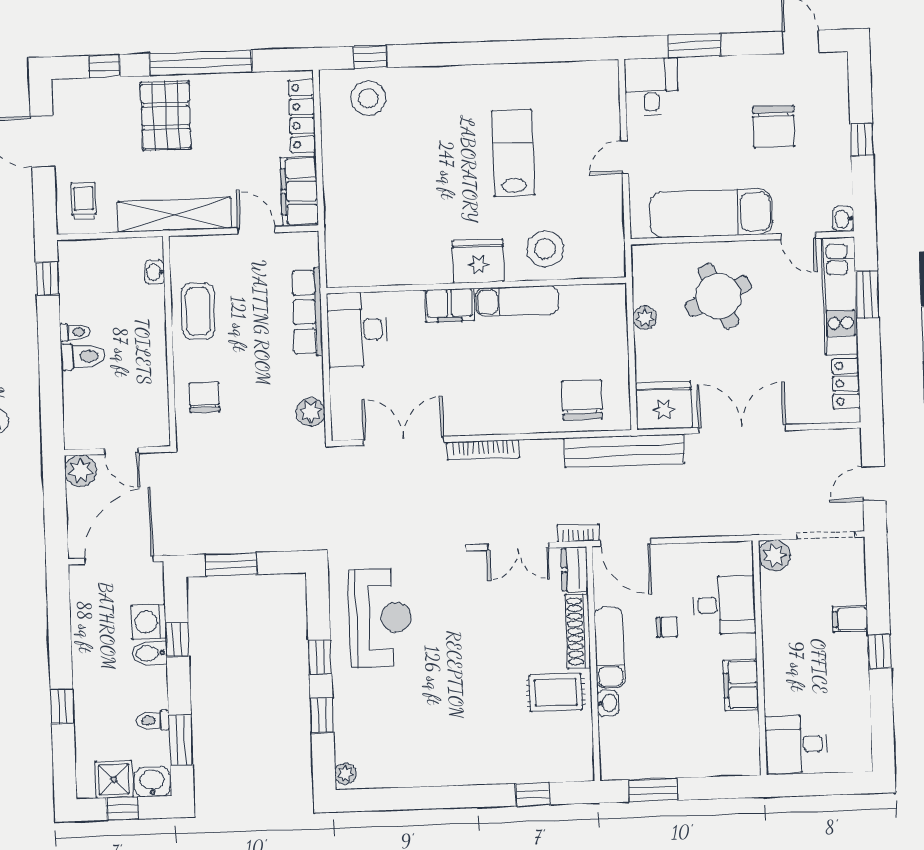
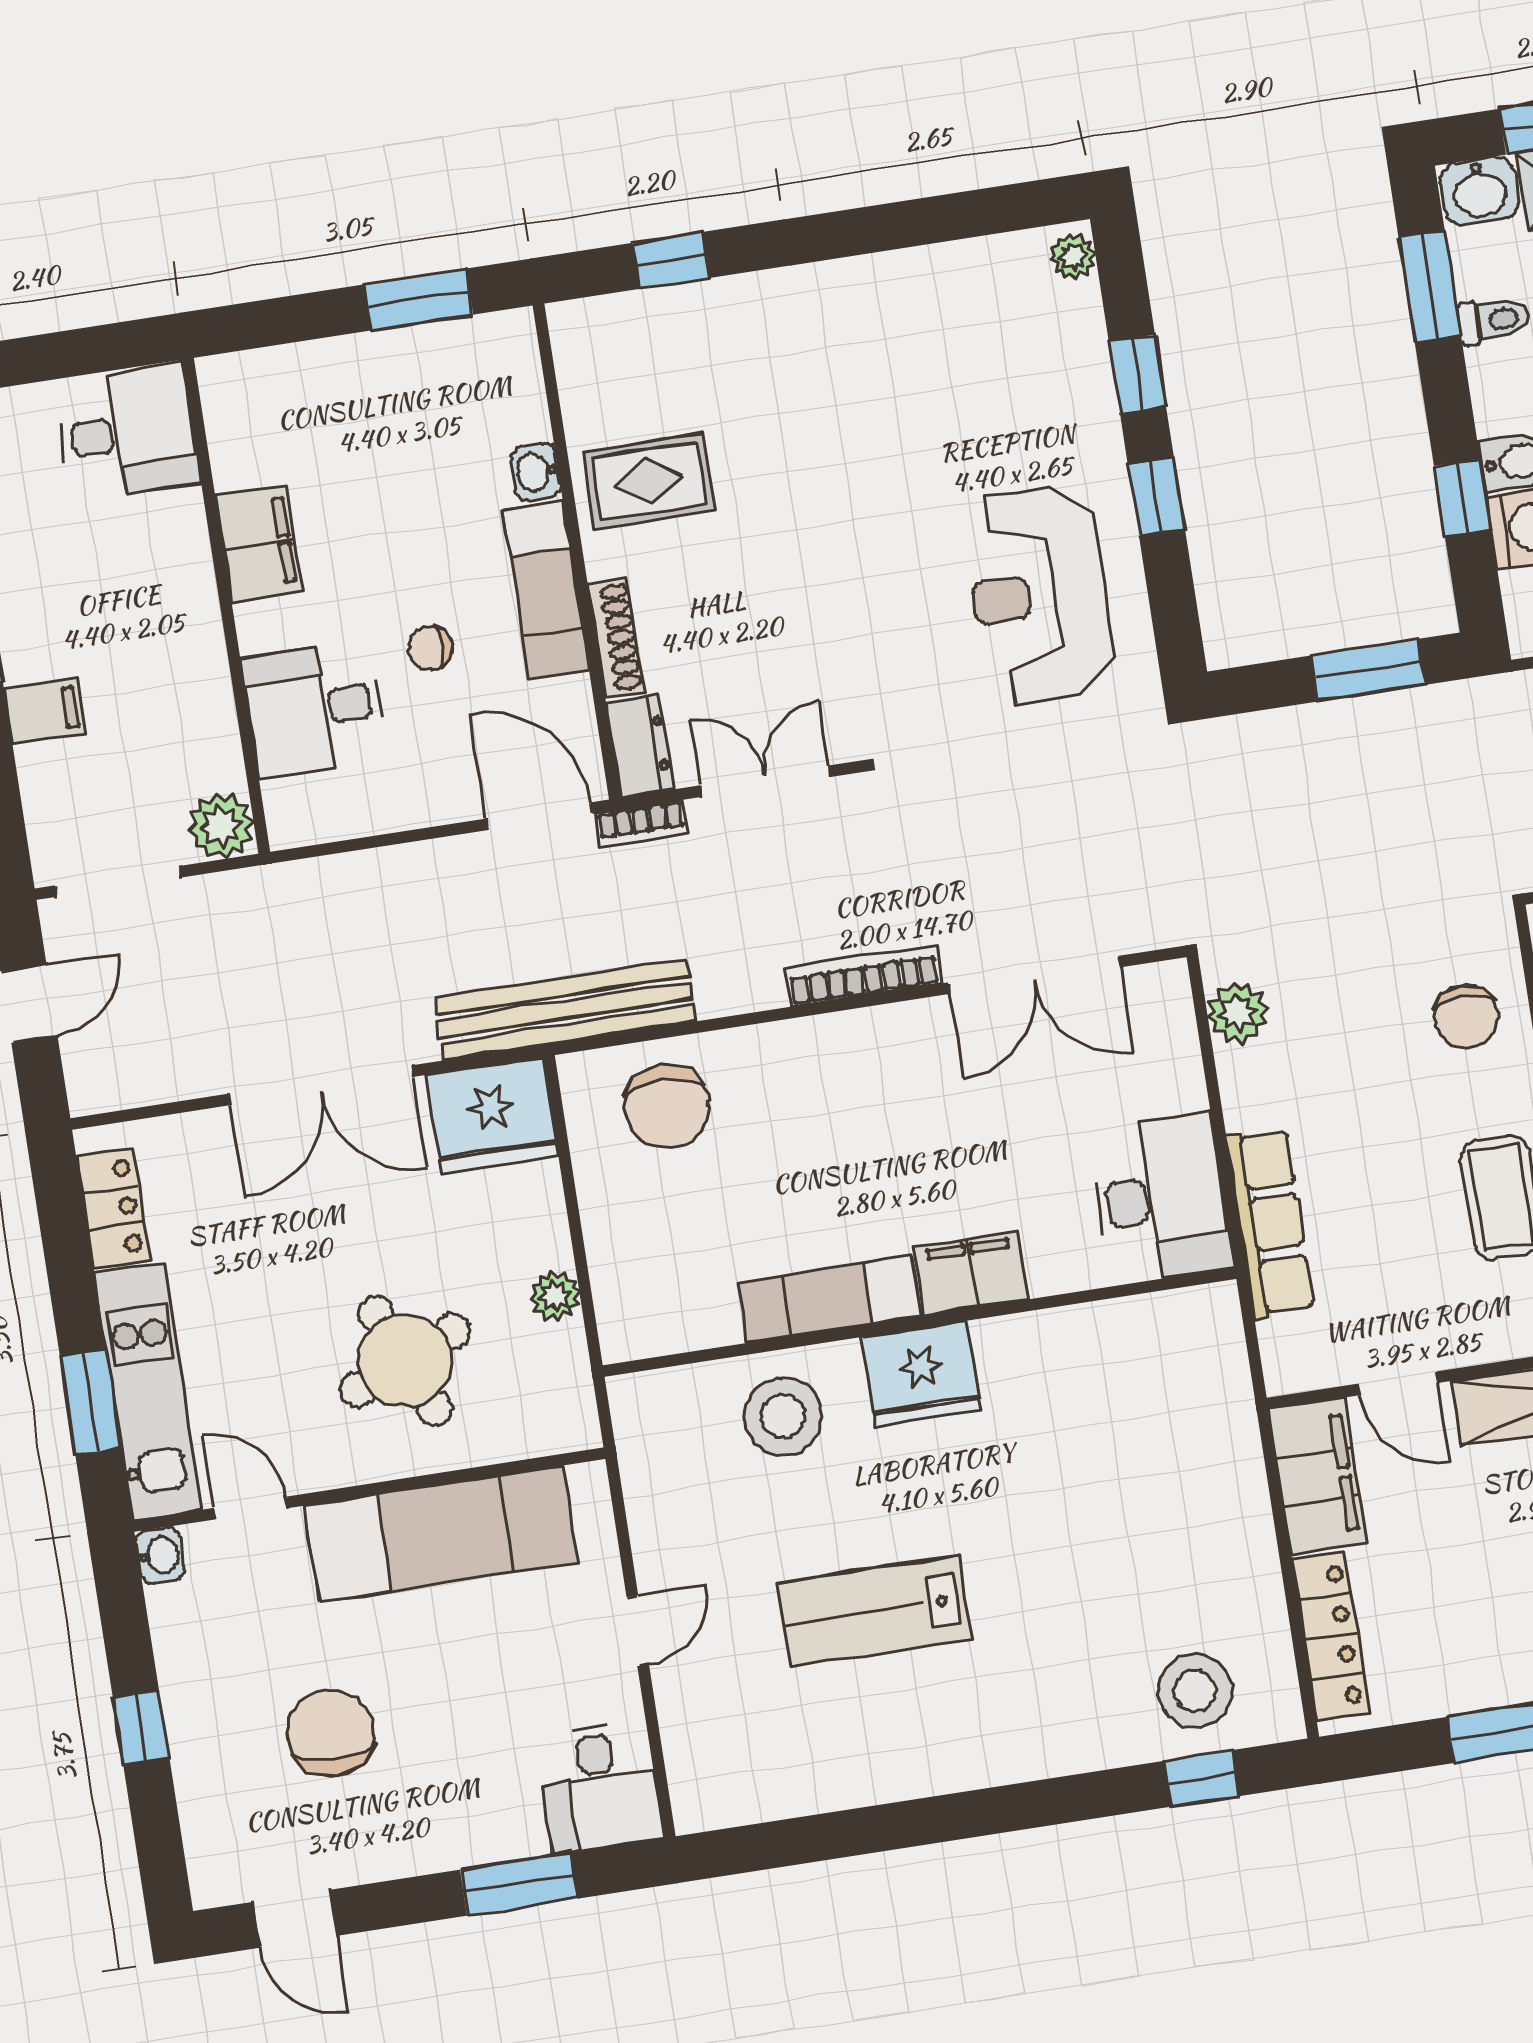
lab bench: (513, 153) -> (875, 1611), turned 90
shoe rack: (578, 631) -> (616, 638), width x0.74, depth x0.81

